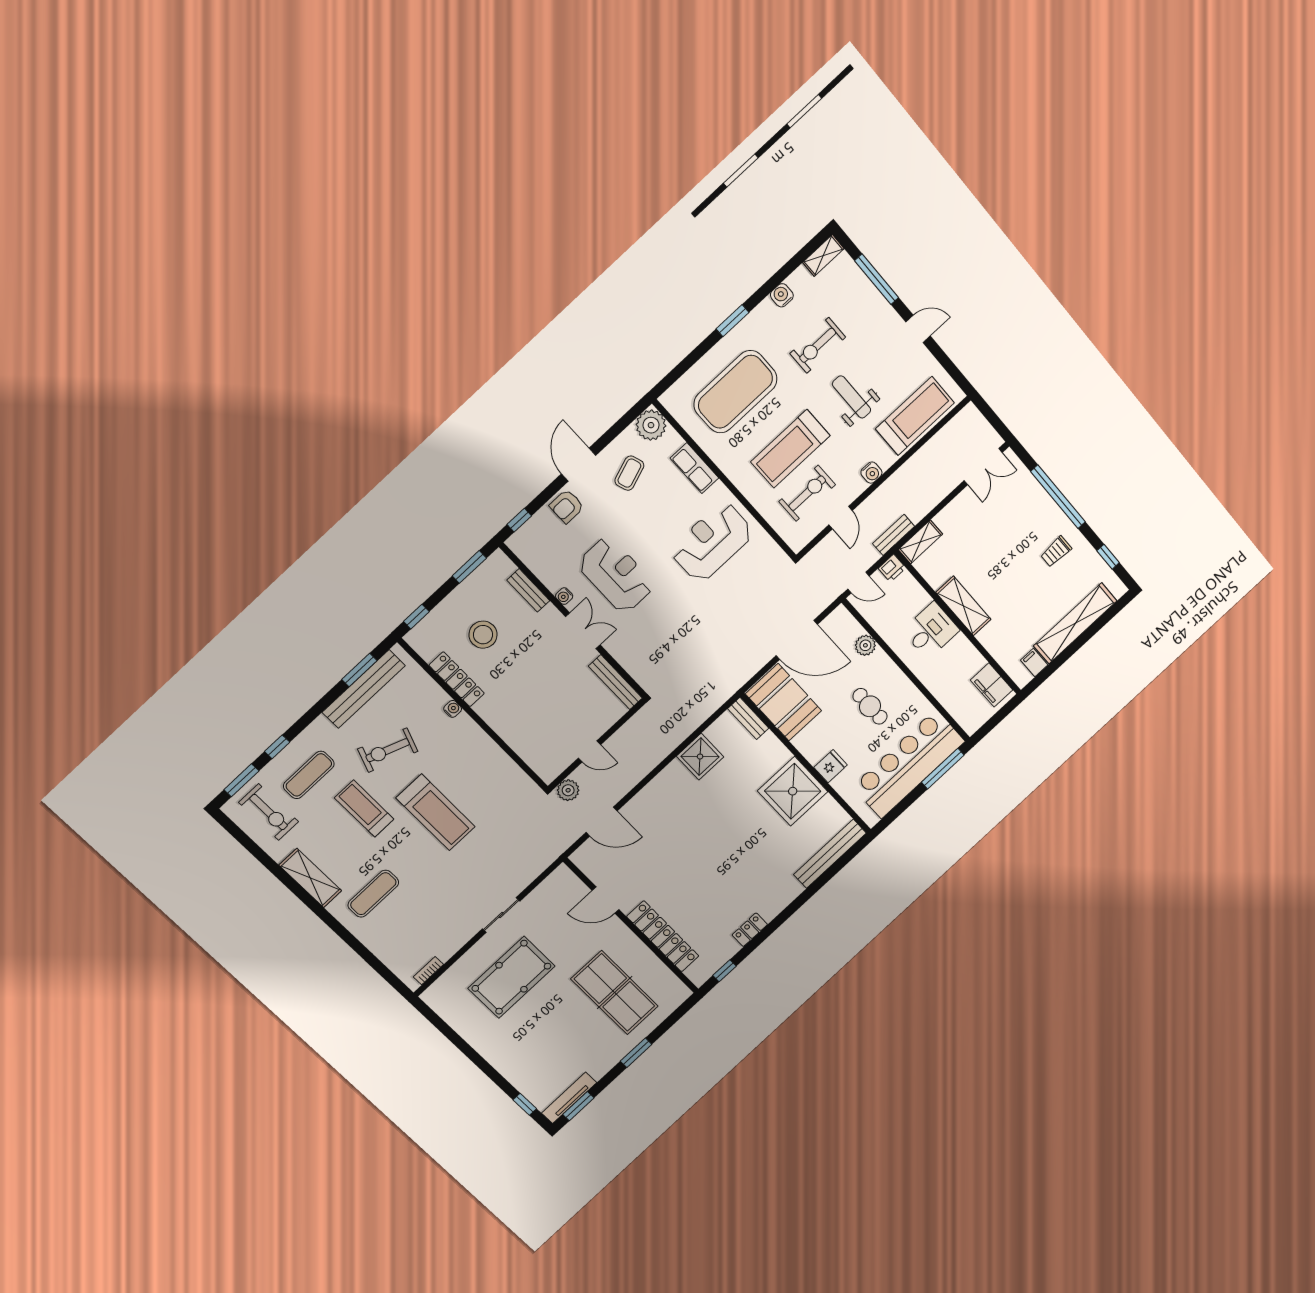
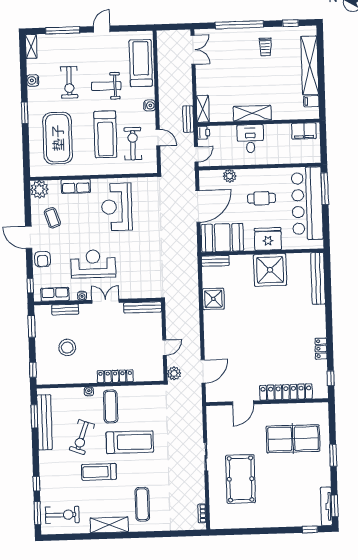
row of seats: (536, 561) -> (55, 294), added
locker: (457, 679) -> (115, 376), moved
fridge: (831, 766) -> (268, 239), width x1.88, depth x1.34
exercise mat: (309, 775) -> (111, 406), moved

